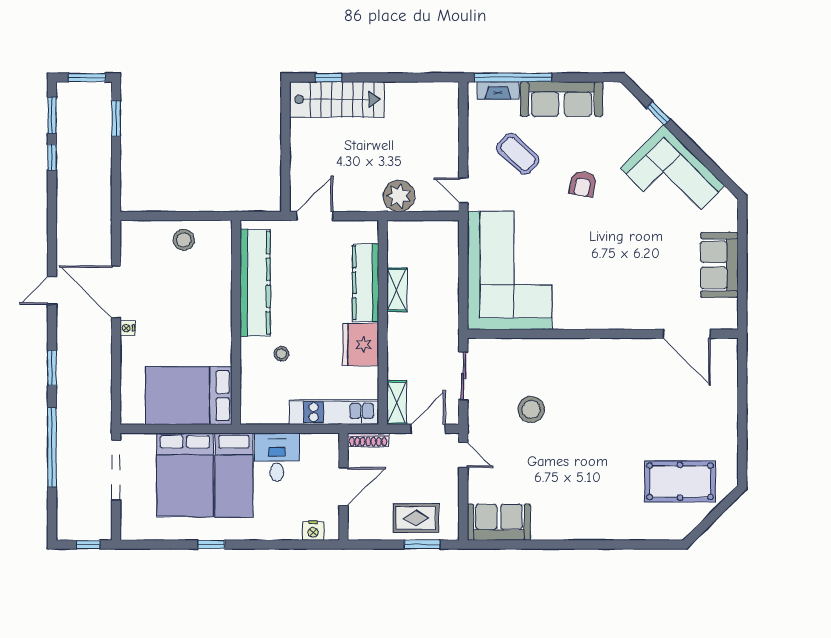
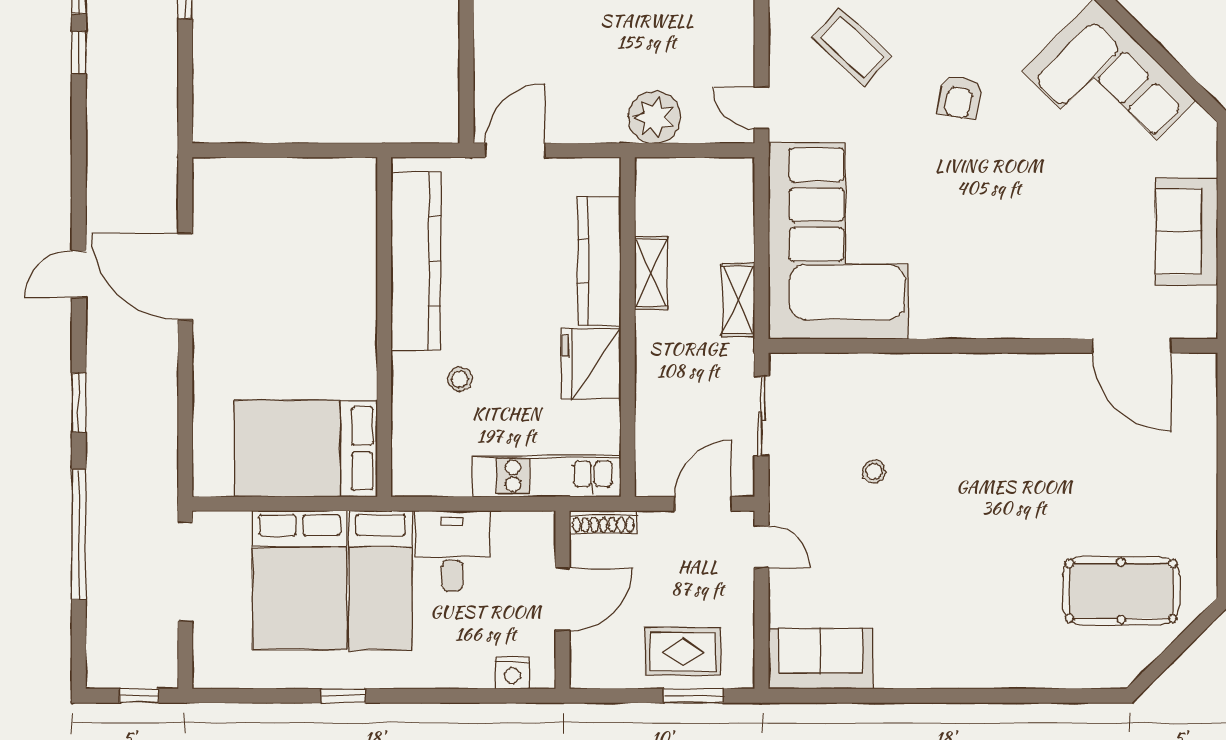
stool: (184, 240) -> (297, 190), removed
nightstand: (127, 328) -> (204, 336), removed
shelving: (397, 403) -> (738, 300), moved
stool: (531, 409) -> (874, 471), width x0.53, depth x0.53

